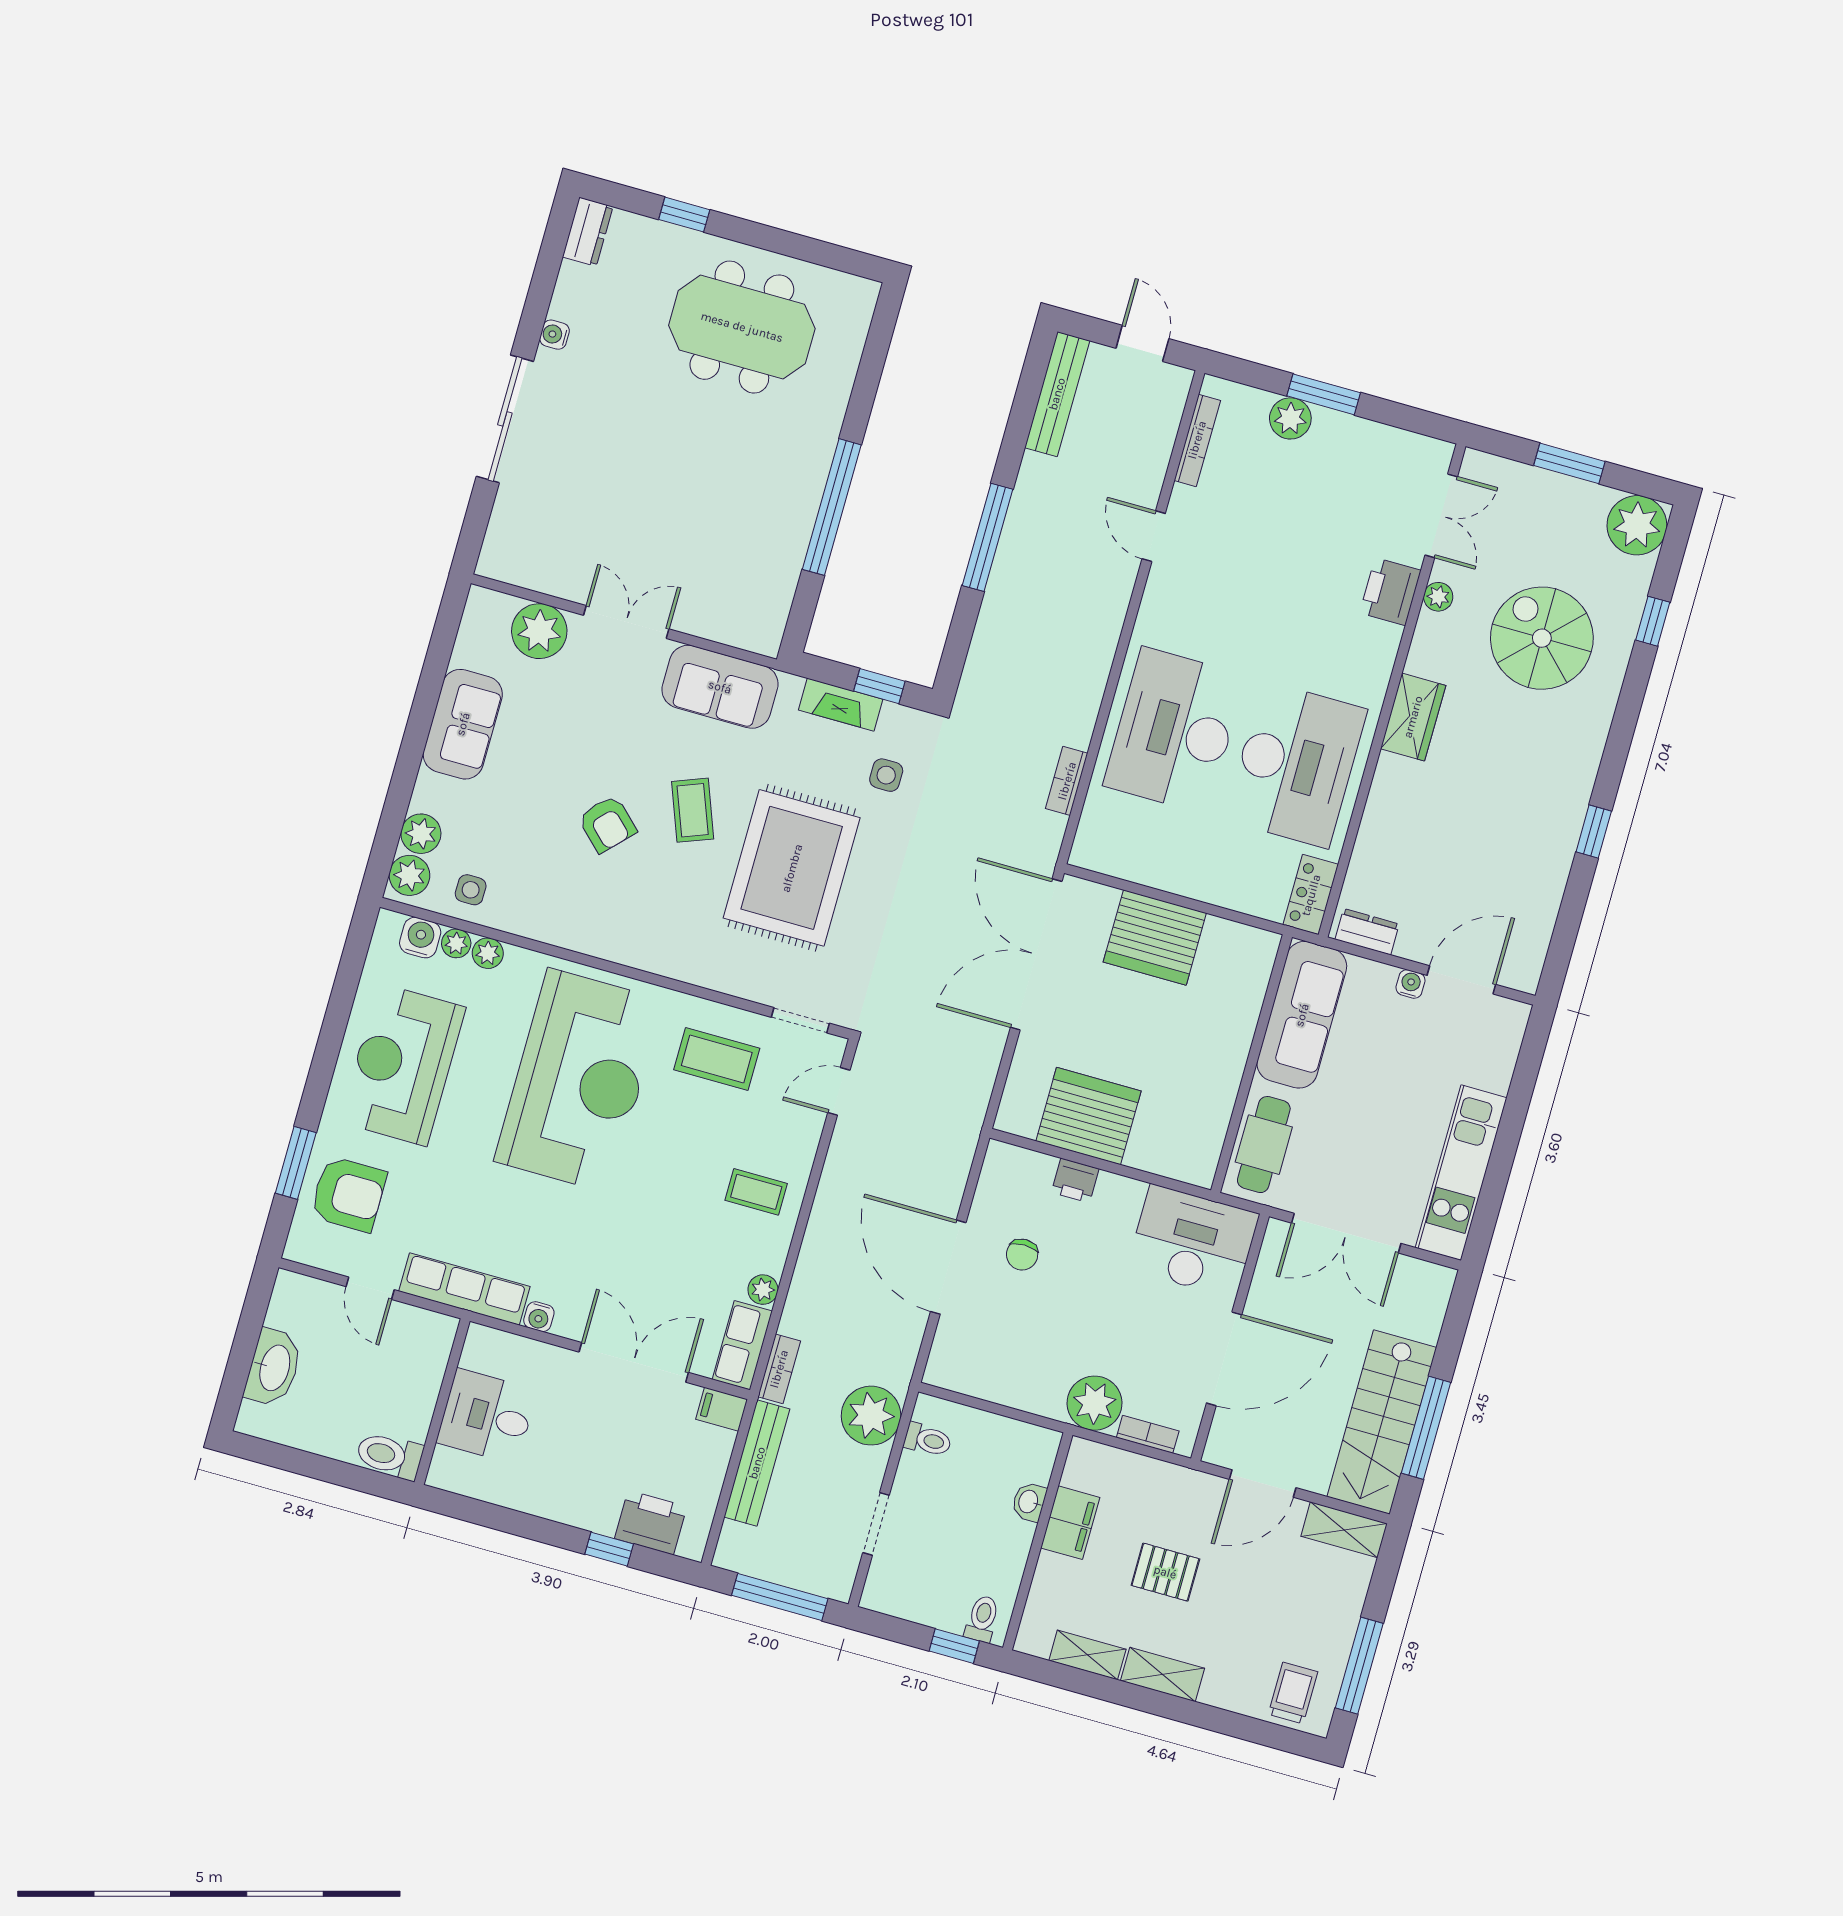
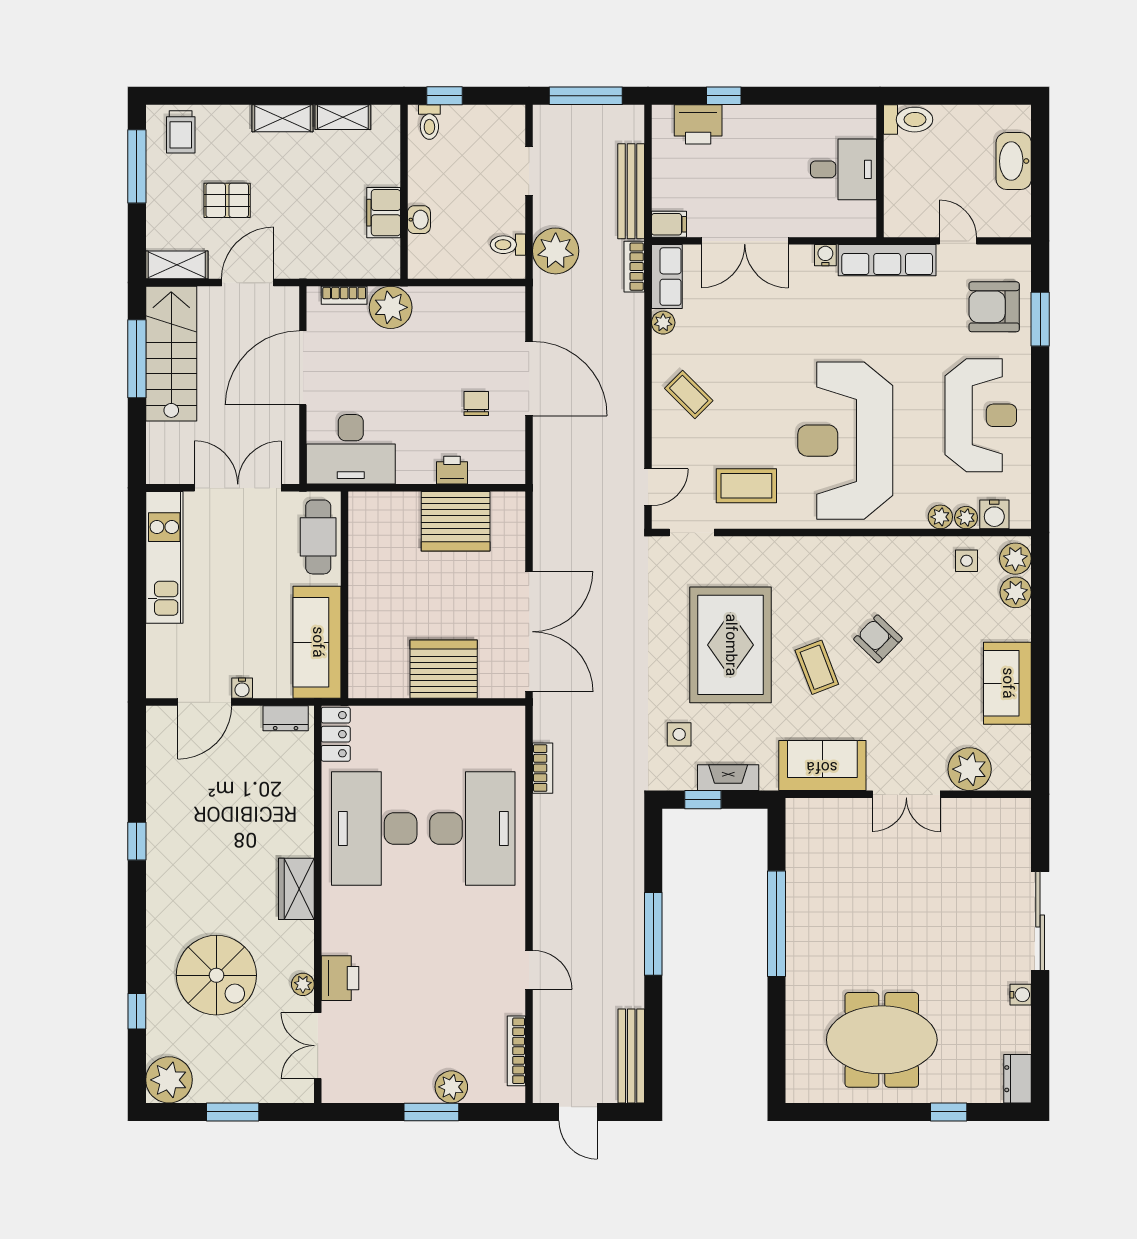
coffee table: (756, 1192) -> (689, 394), turned 45
pallet: (1165, 1572) -> (227, 200), moved

